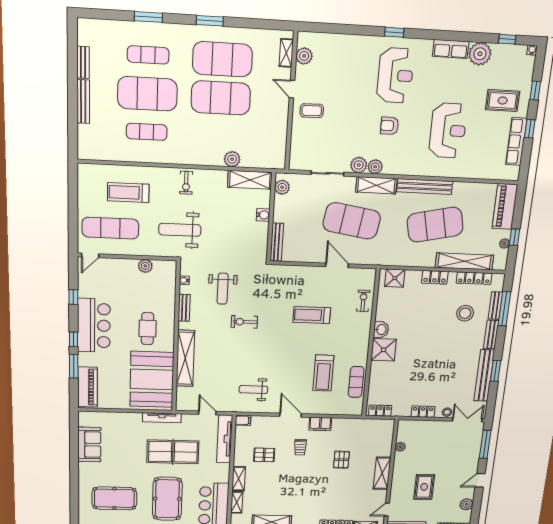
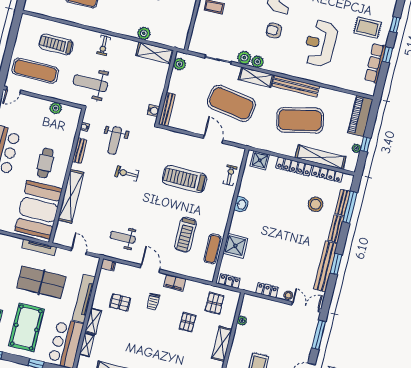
reception desk: (448, 131) -> (320, 43), turned 180
water cooler: (263, 215) -> (153, 111), moved
locker: (435, 277) -> (294, 166), width x1.53
treadmill: (312, 315) -> (185, 179), width x1.37, depth x1.38
shower: (384, 350) -> (235, 246), moved
pallet: (368, 436) -> (214, 303), added
tv unit: (225, 439) -> (84, 299), moved

